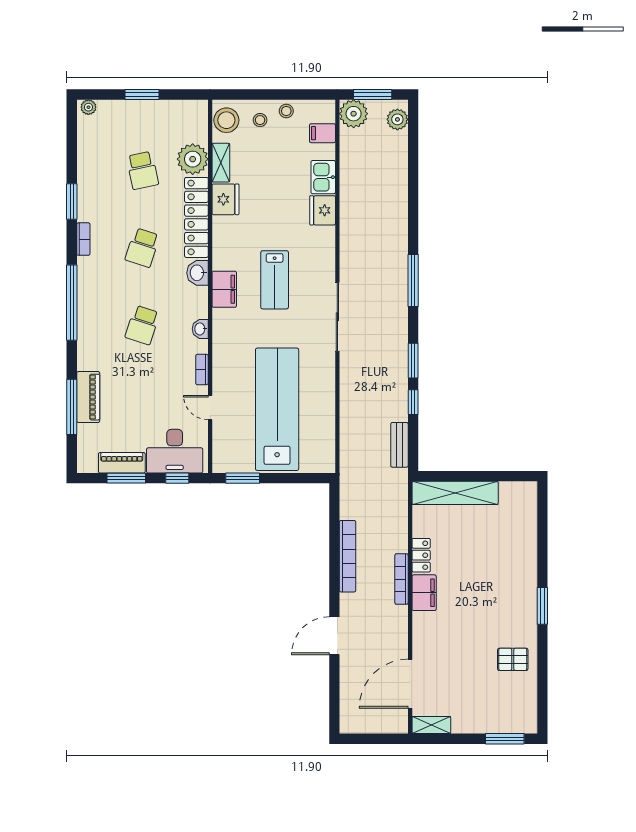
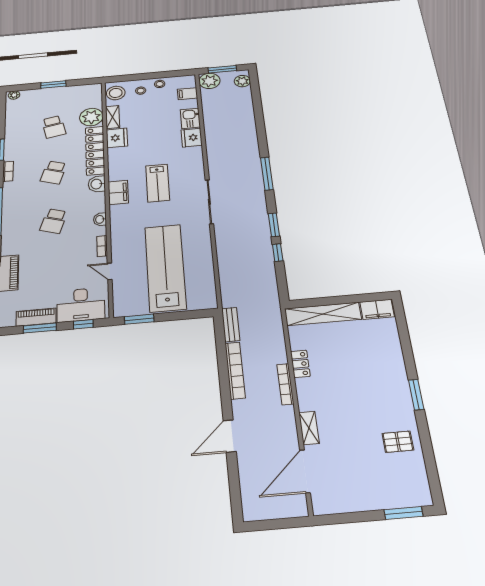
bench: (399, 445) -> (231, 325), moved
filing cabinet: (424, 593) -> (377, 309), moved, turned 90
shelving: (431, 725) -> (309, 428), moved, turned 90

